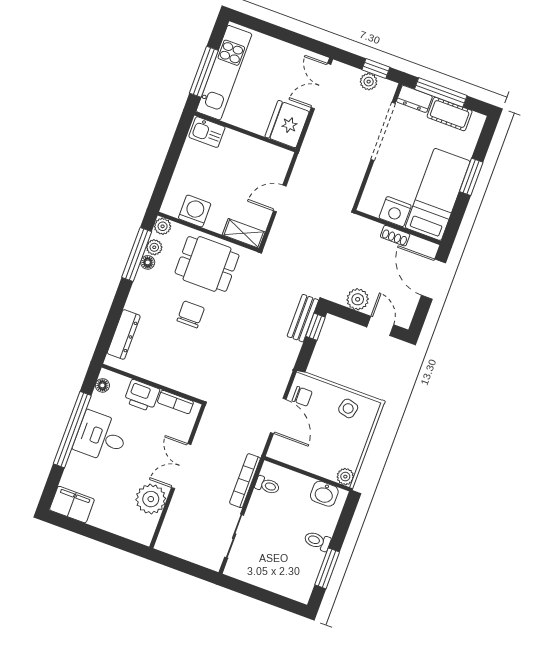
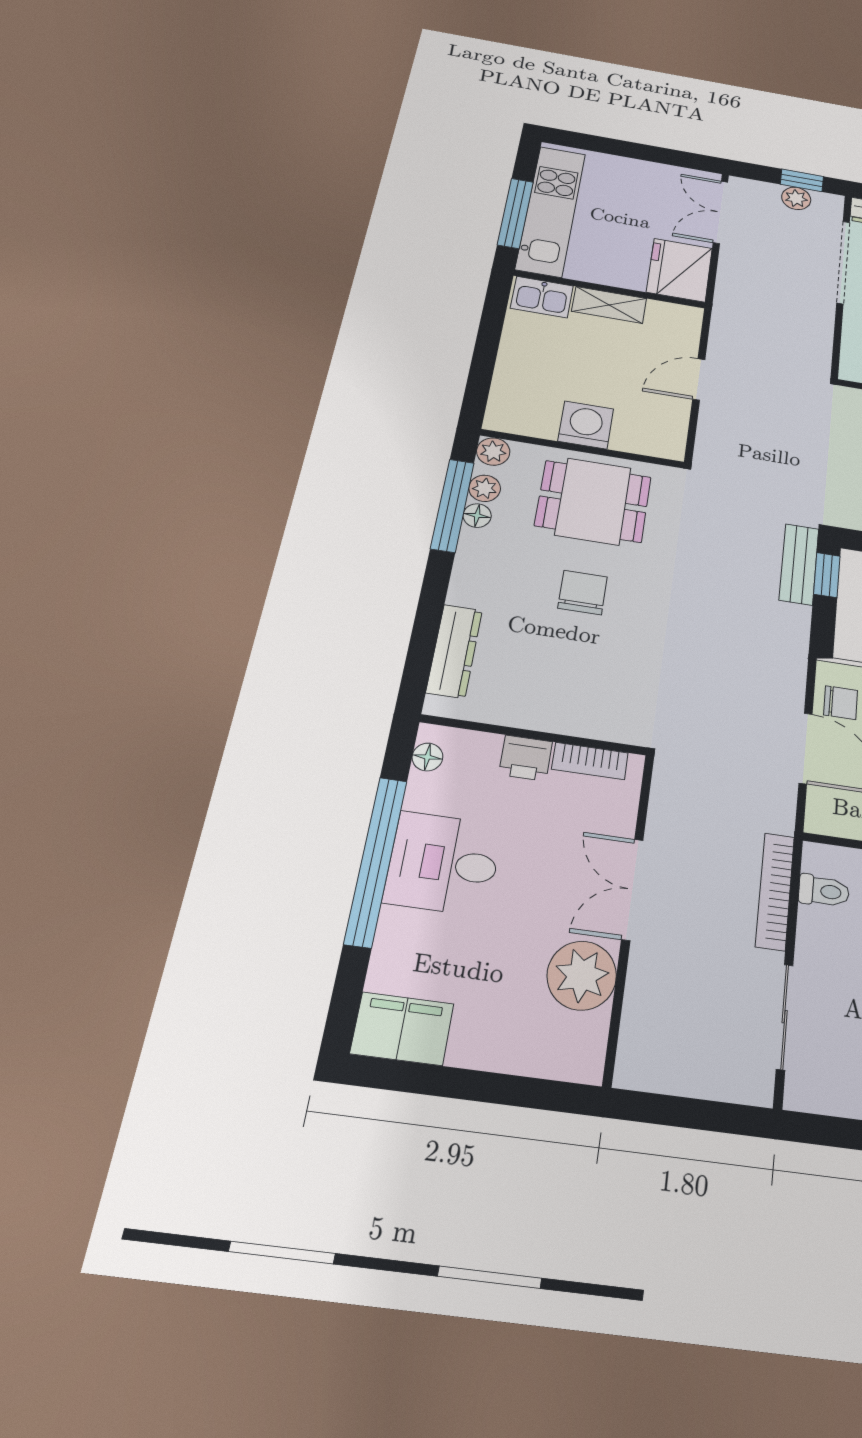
washing machine: (195, 211) -> (586, 425), moved
shelving: (244, 233) -> (609, 305), moved
printer: (142, 396) -> (526, 758), width x0.73, depth x0.81

